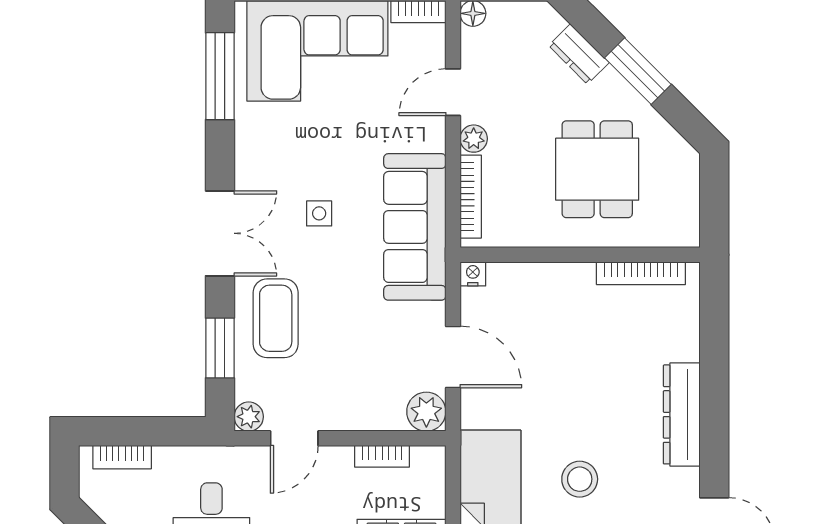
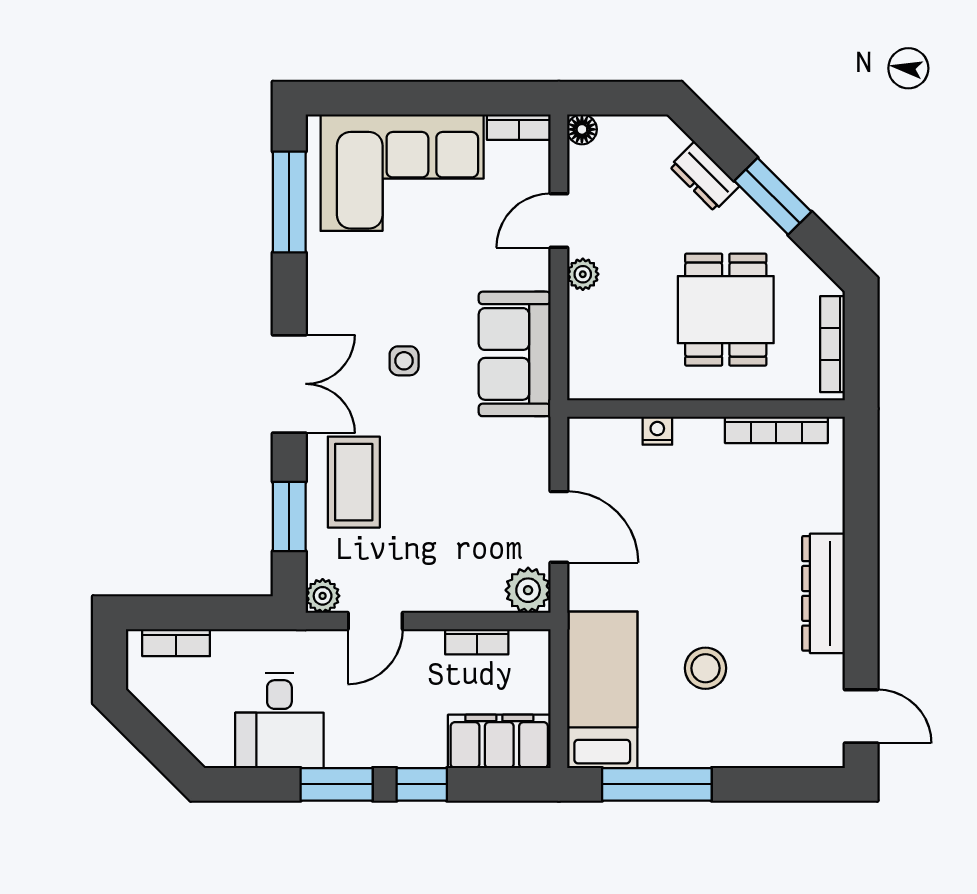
bookcase: (471, 197) -> (832, 344), moved, turned 180
sofa: (415, 227) -> (515, 354), width x0.73
nightstand: (473, 274) -> (657, 431), moved

